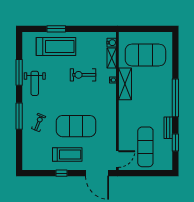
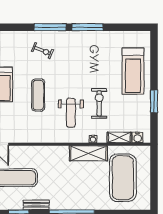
window: (56, 29) -> (154, 101), moved
window: (19, 72) -> (87, 27), moved
weight bench: (35, 83) -> (71, 113), moved, turned -90
exercise mat: (76, 126) -> (38, 95), width x0.50, depth x0.69

